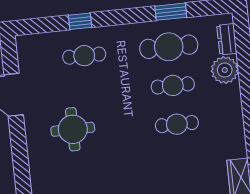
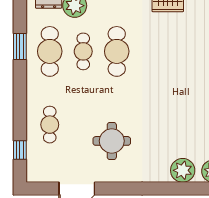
window: (80, 21) -> (20, 150), moved
cafe table: (177, 124) -> (117, 51), width x1.37, depth x1.35

